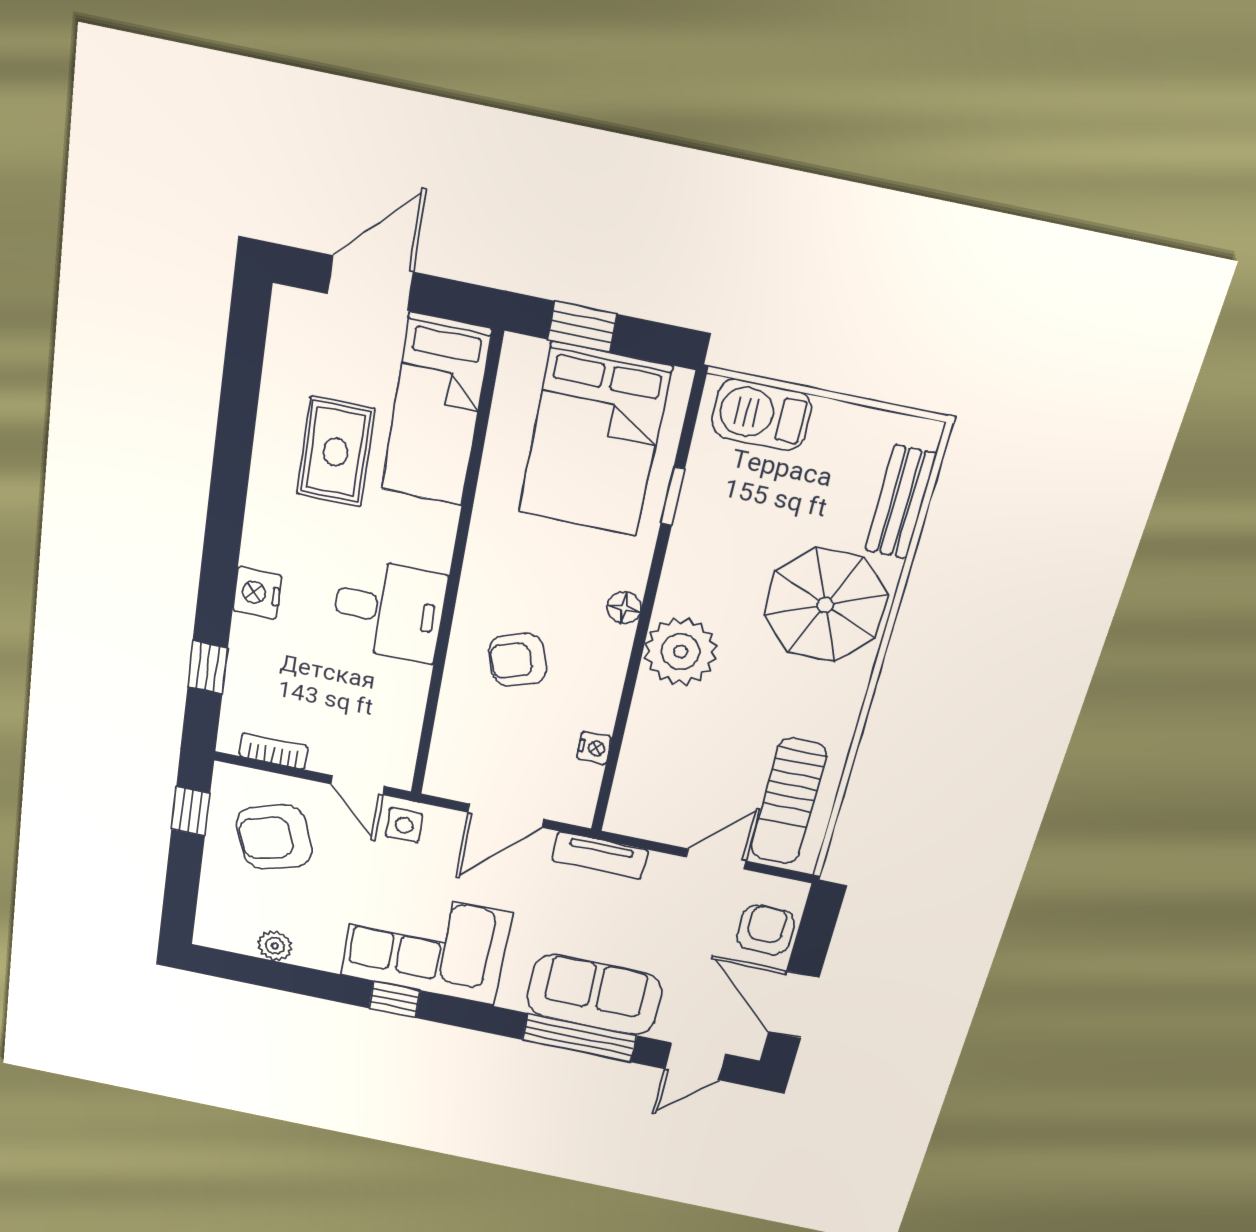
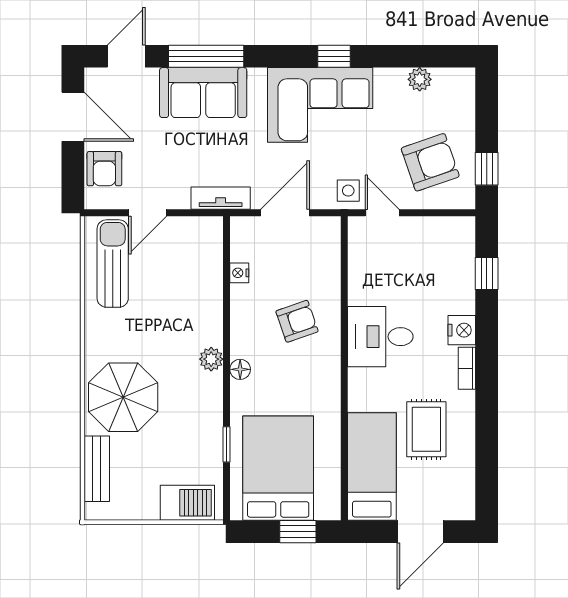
plant: (681, 652) -> (211, 359), width x0.53, depth x0.53
bookcase: (274, 751) -> (467, 368), moved, turned 90

